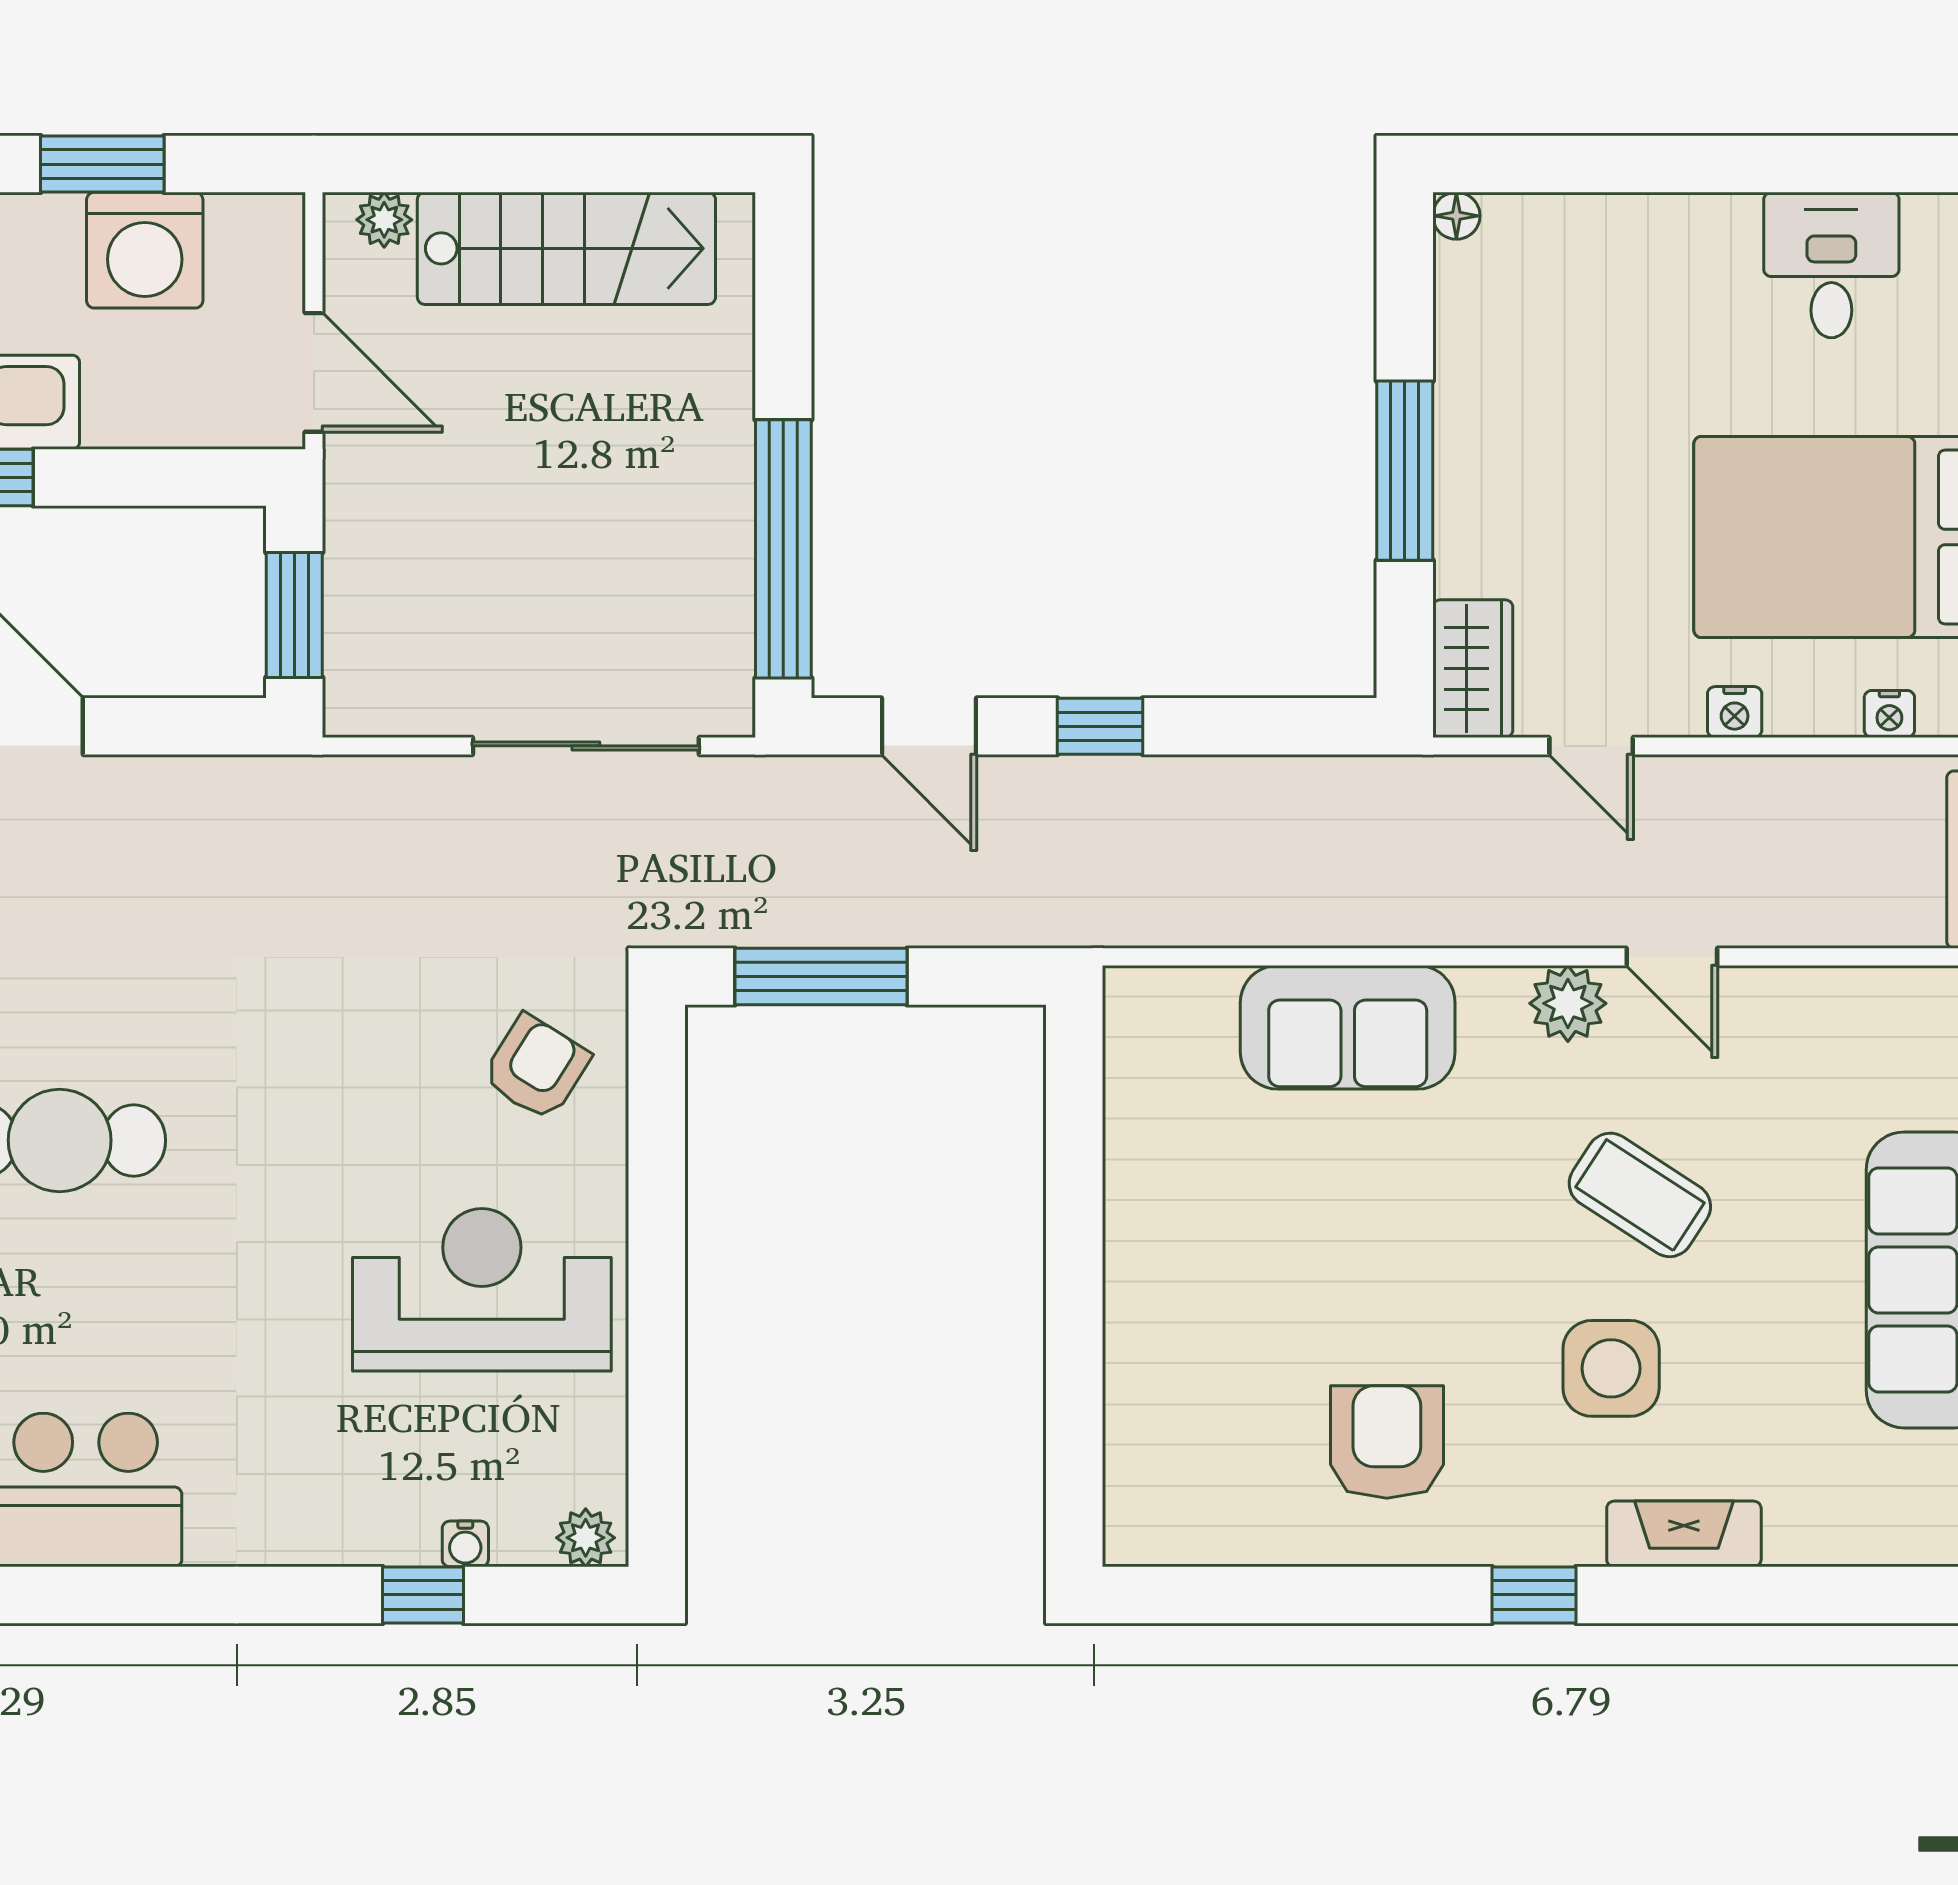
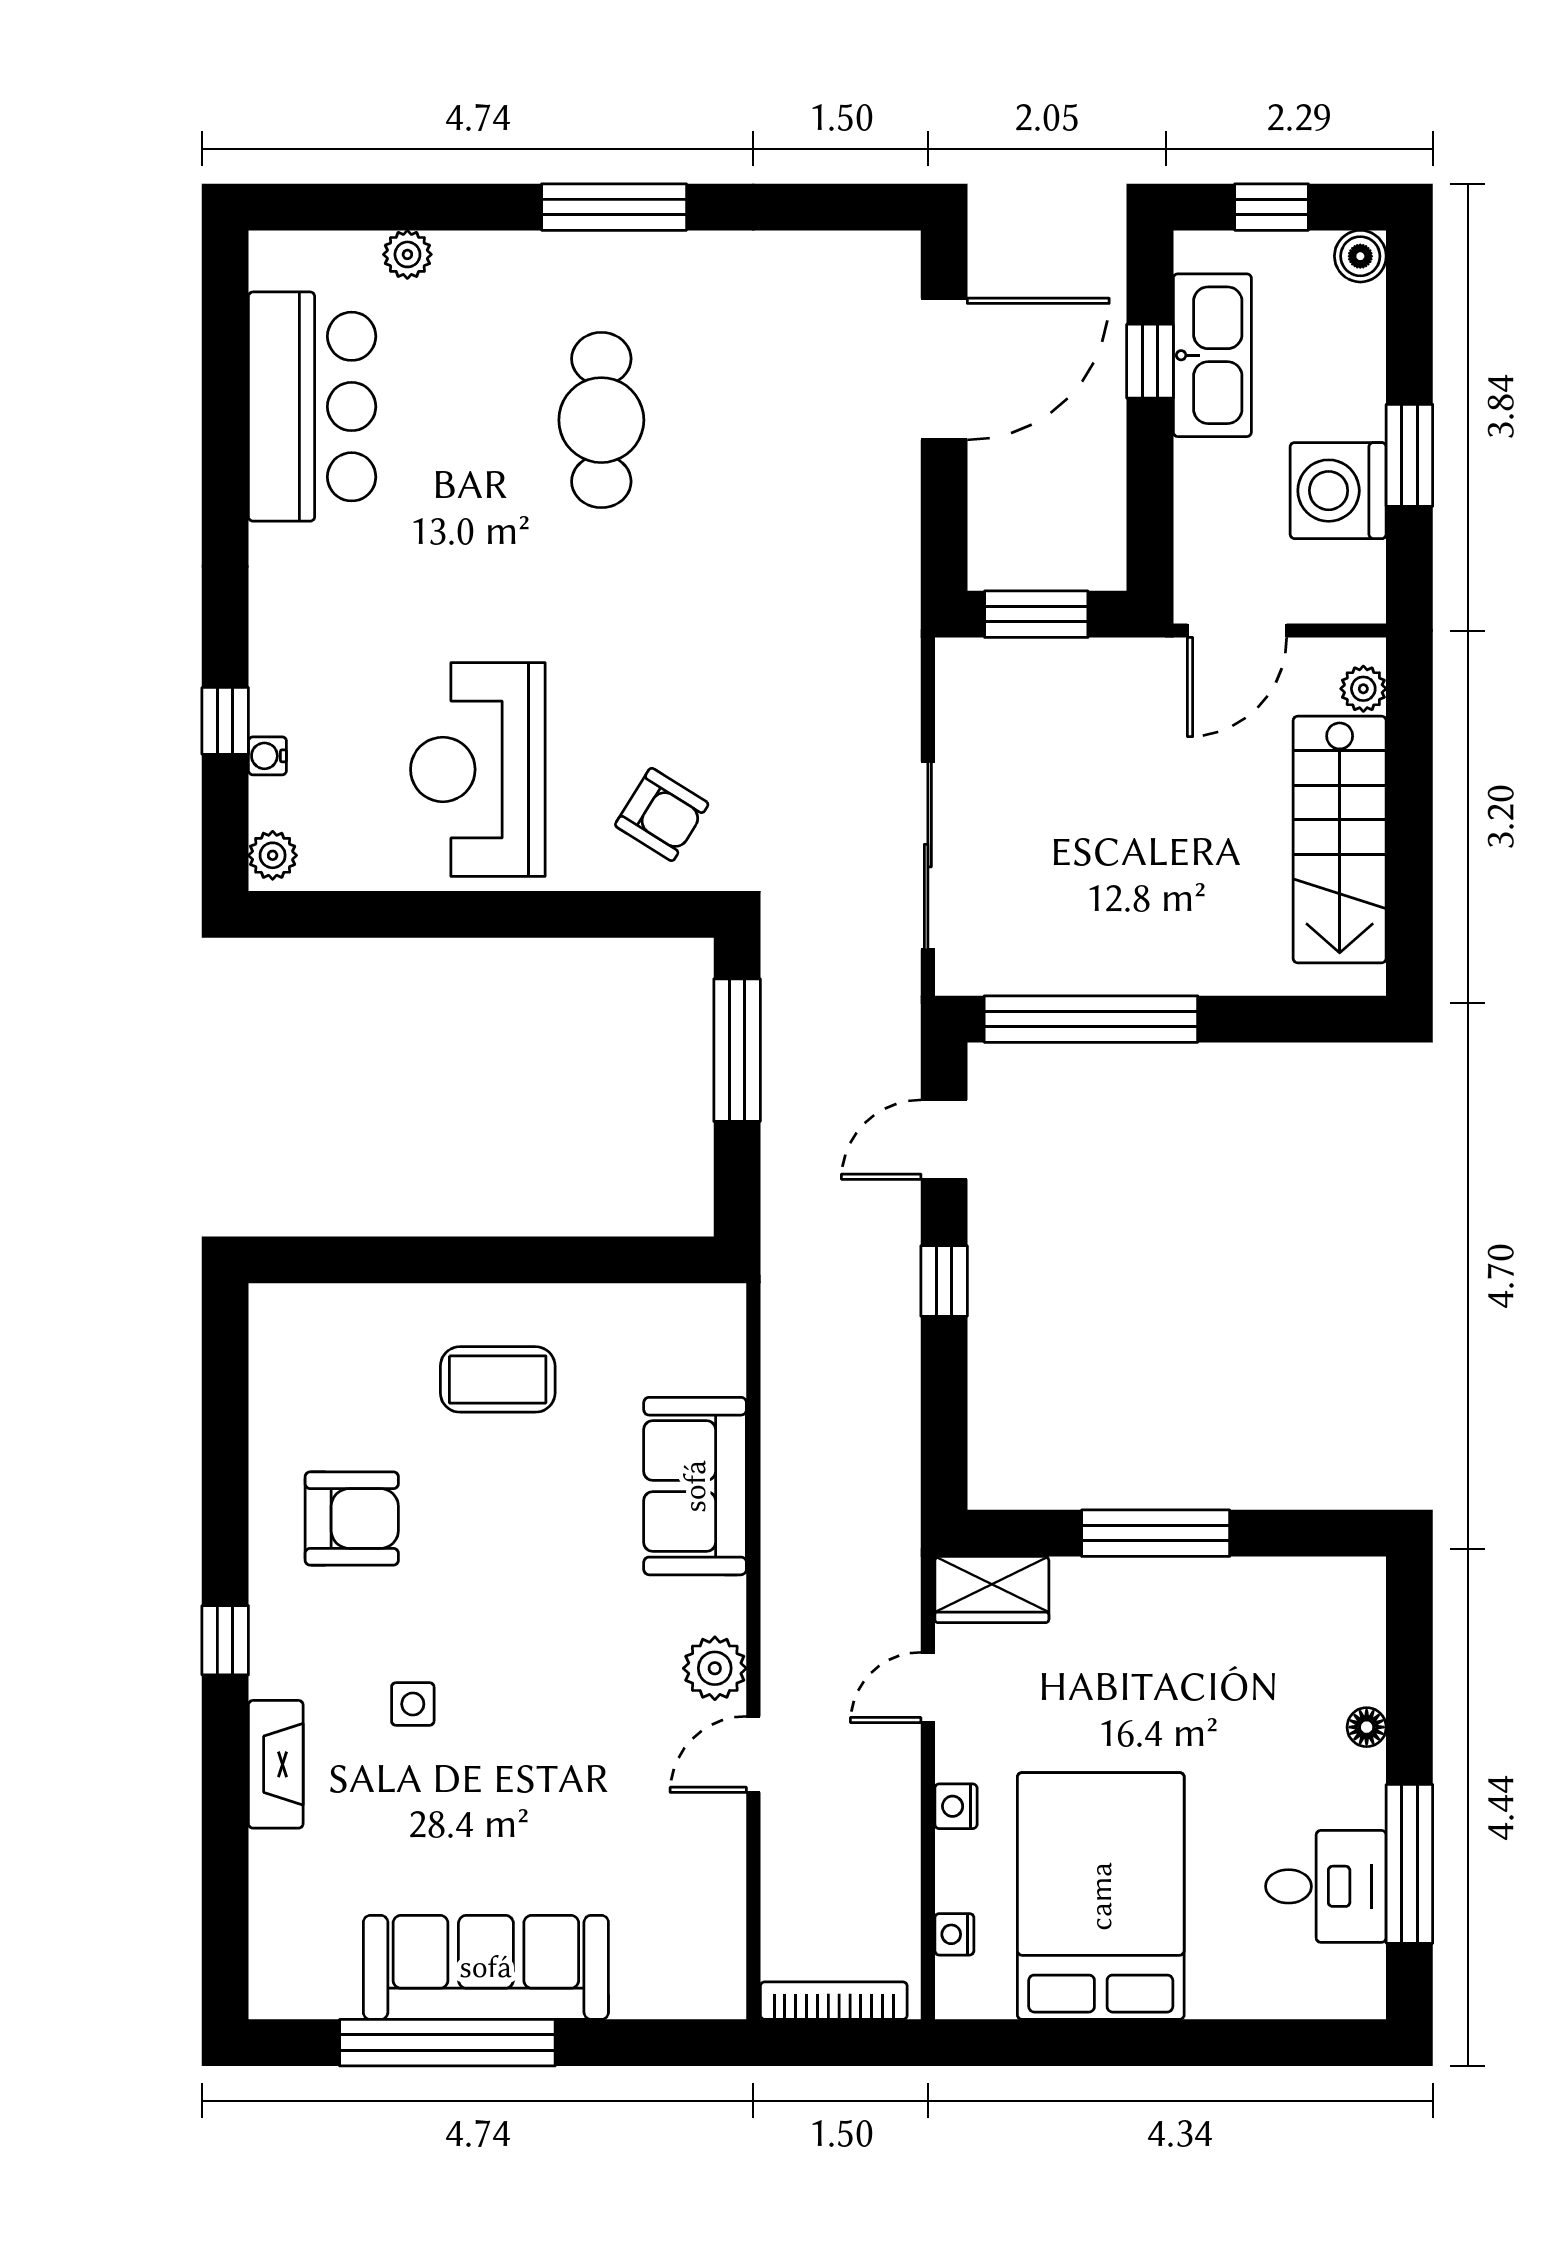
window: (1804, 164) -> (1409, 1864), added
floor lamp: (1456, 216) -> (1367, 1727), moved
coffee table: (1640, 1195) -> (498, 1379), moved, turned 57
reception desk: (482, 1290) -> (478, 769), turned 180
side table: (1611, 1368) -> (413, 1704), width x0.54, depth x0.54

